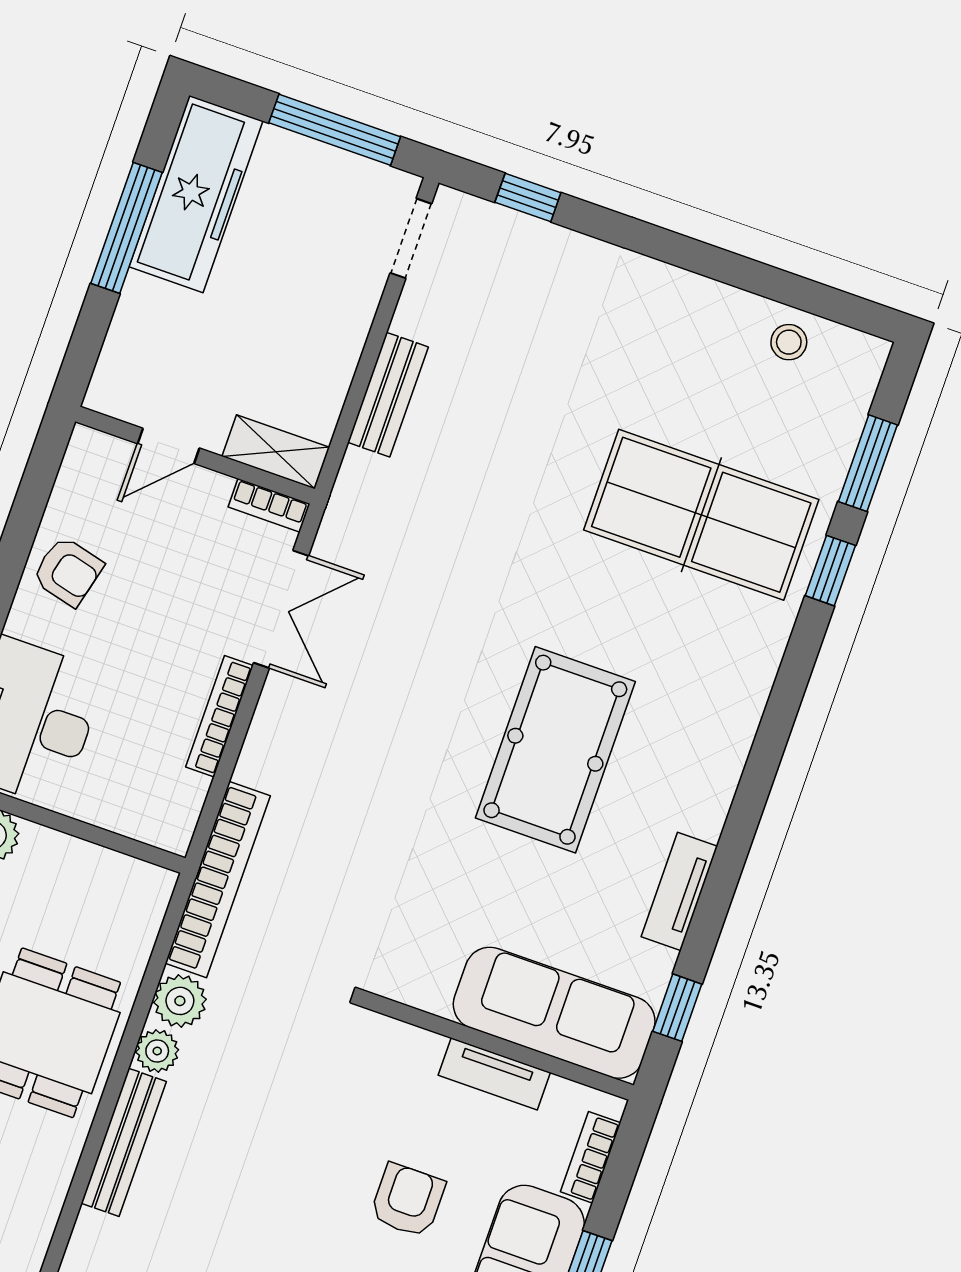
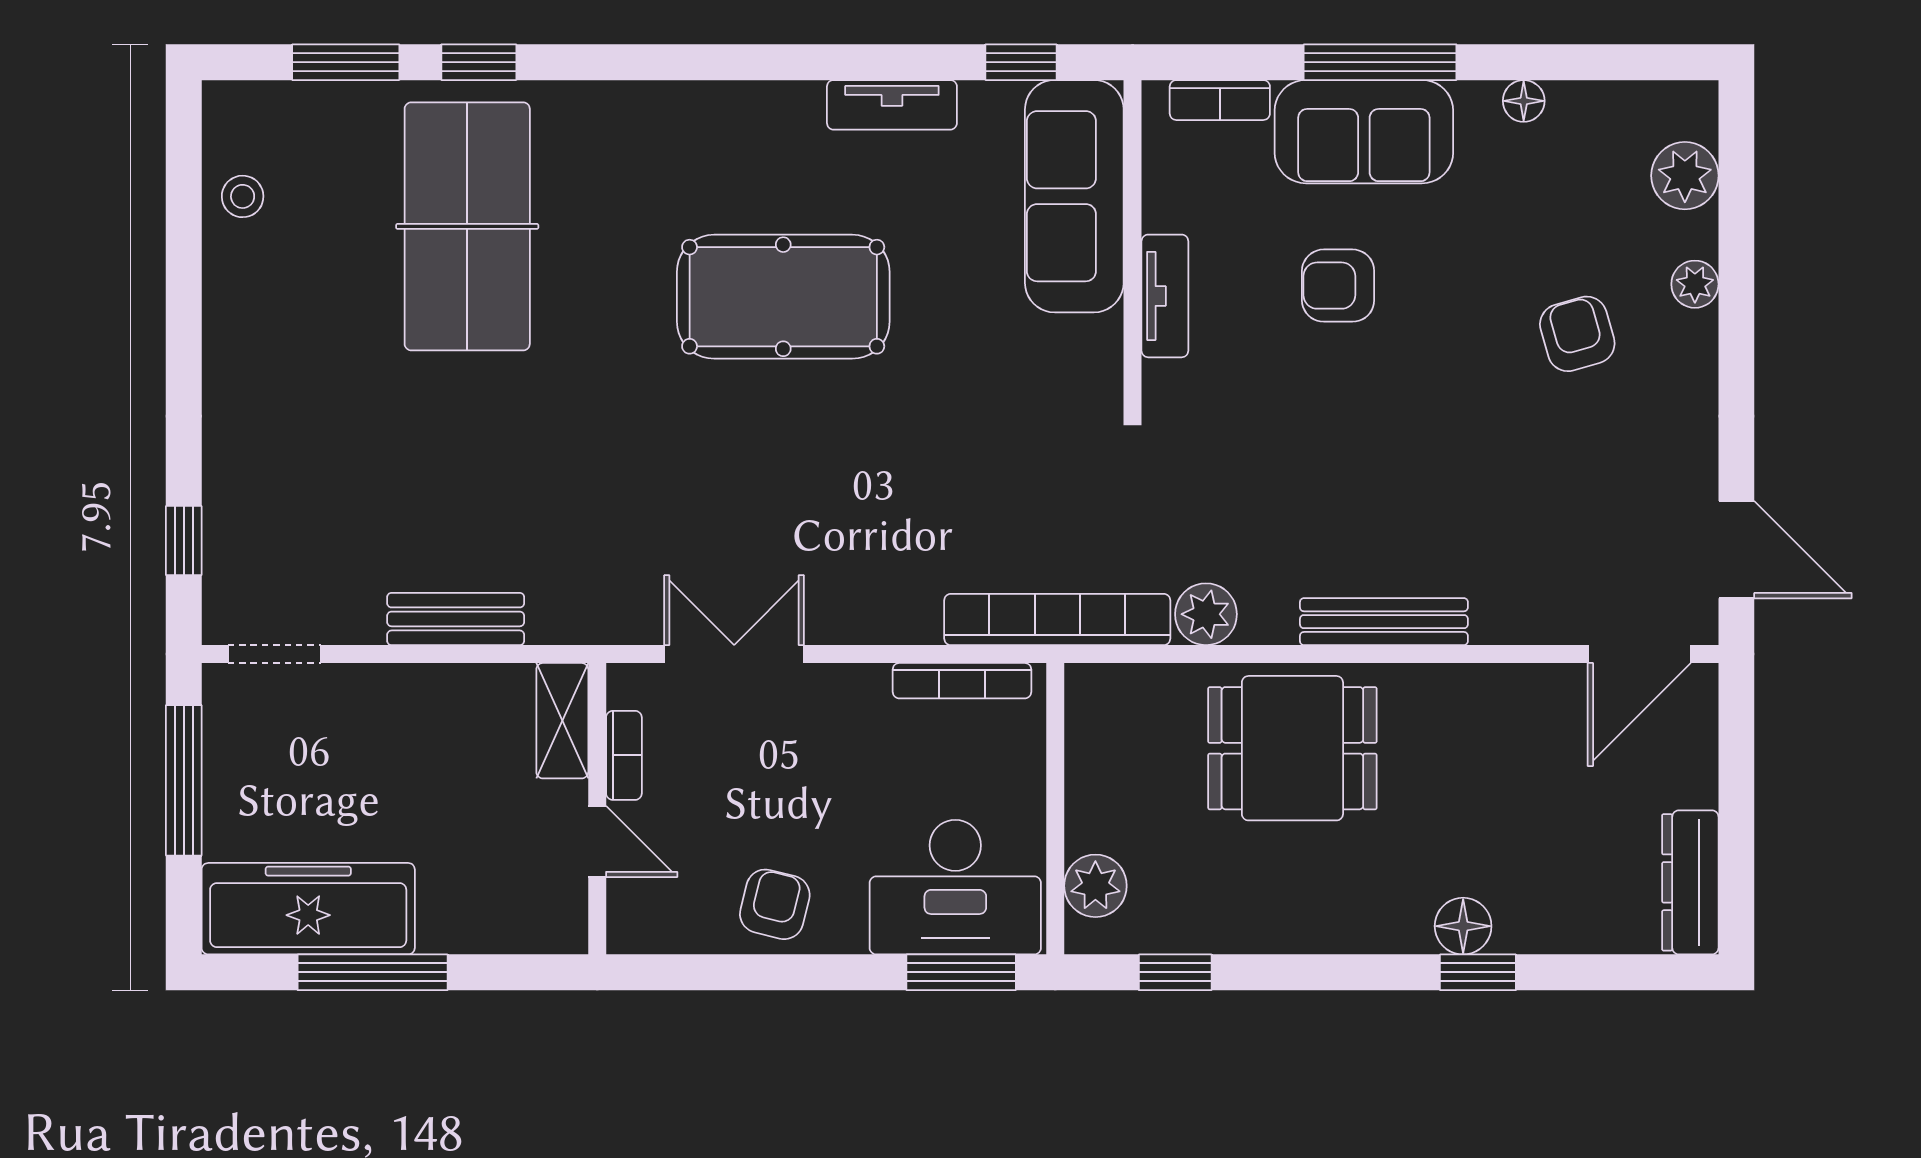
bookcase: (269, 505) -> (624, 755), moved
bookcase: (219, 716) -> (962, 681), moved
plant: (157, 1051) -> (1270, 620), removed
tv unit: (494, 1074) -> (1165, 296), moved

